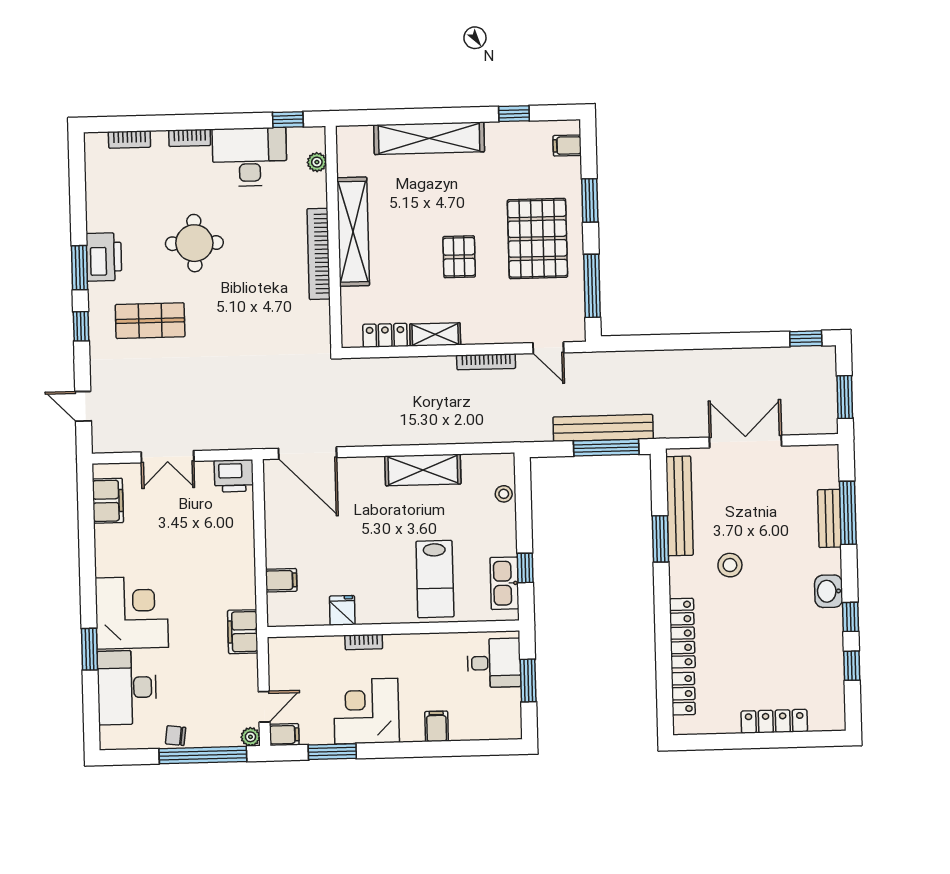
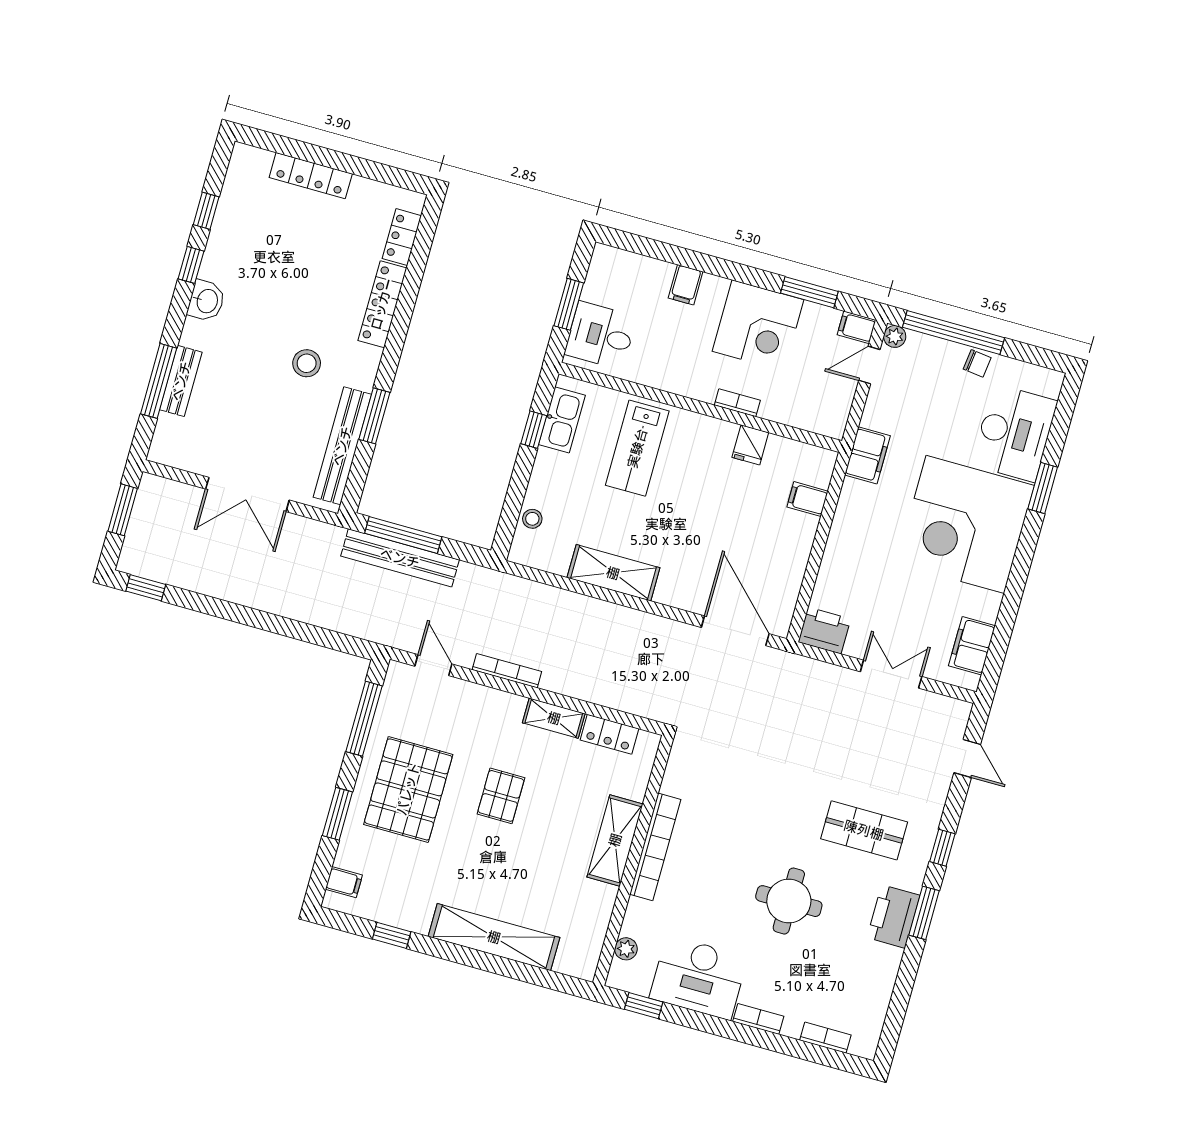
shelving: (353, 232) -> (615, 840), width x0.68
lab bench: (435, 579) -> (637, 448), turned 180
corner desk: (132, 613) -> (965, 524), width x1.36, depth x1.36

